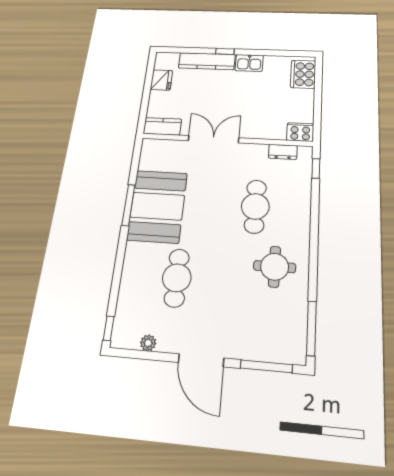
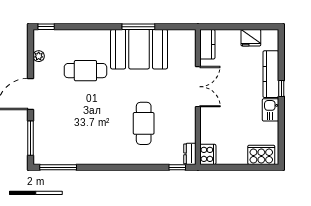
dresser: (283, 152) -> (190, 154), moved
cafe table: (255, 206) -> (144, 123), turned 90
round table: (275, 267) -> (99, 140), removed

